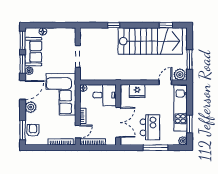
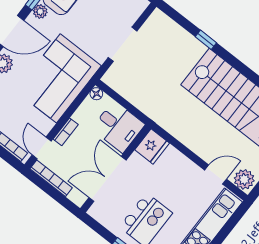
fridge: (137, 91) -> (152, 146), moved, turned -90
double door: (118, 122) -> (107, 179), swing flipped
door: (78, 132) -> (42, 148), swing flipped

